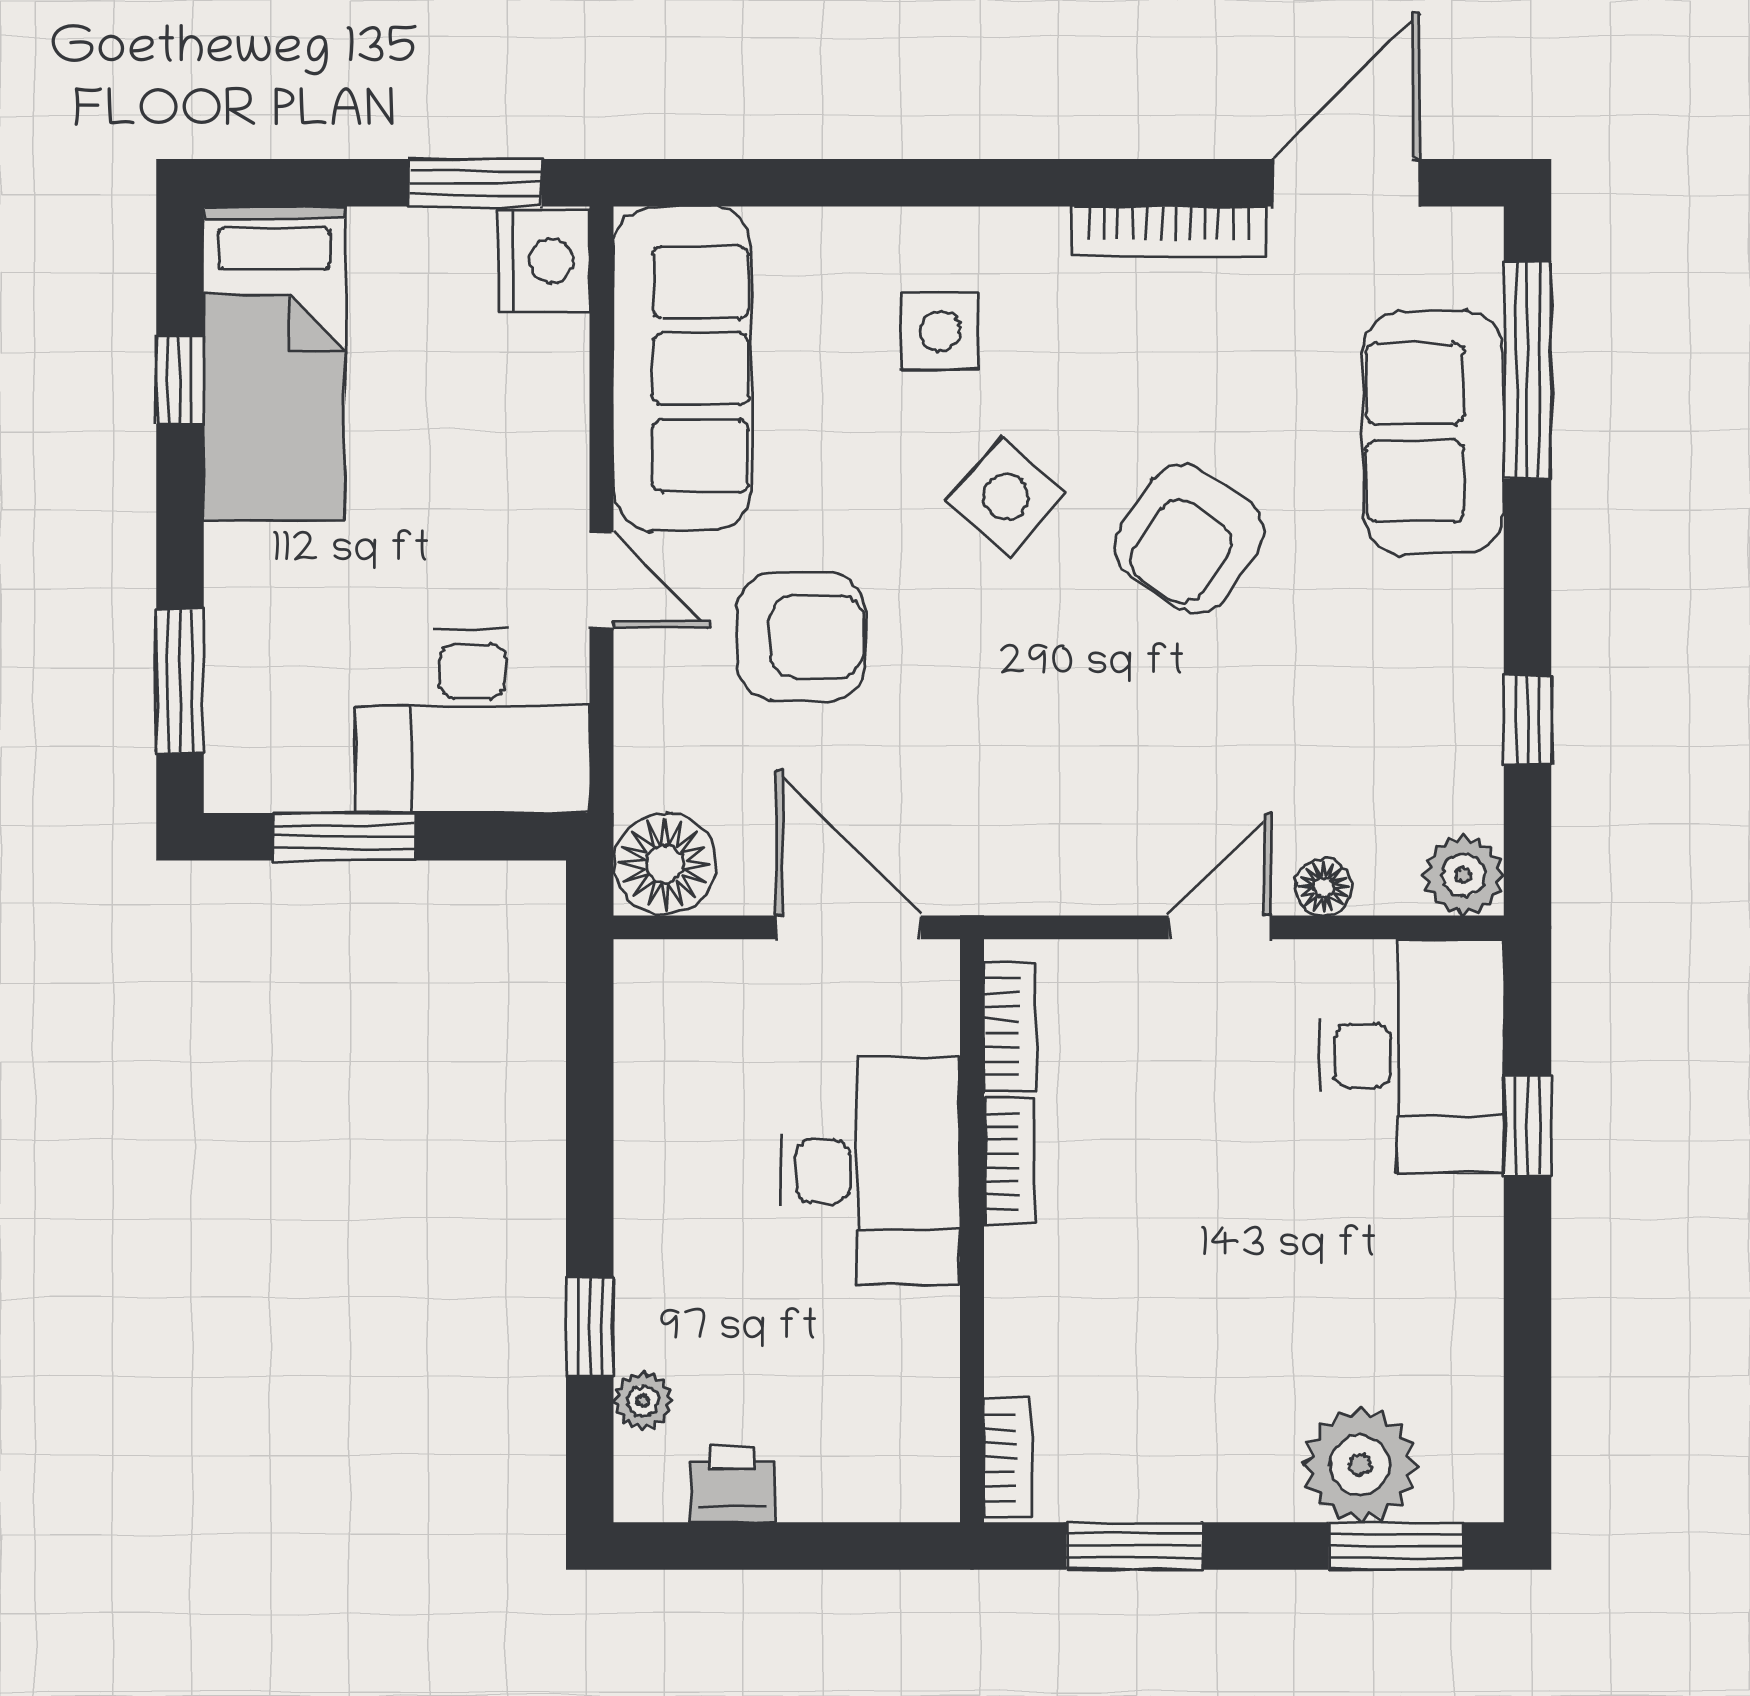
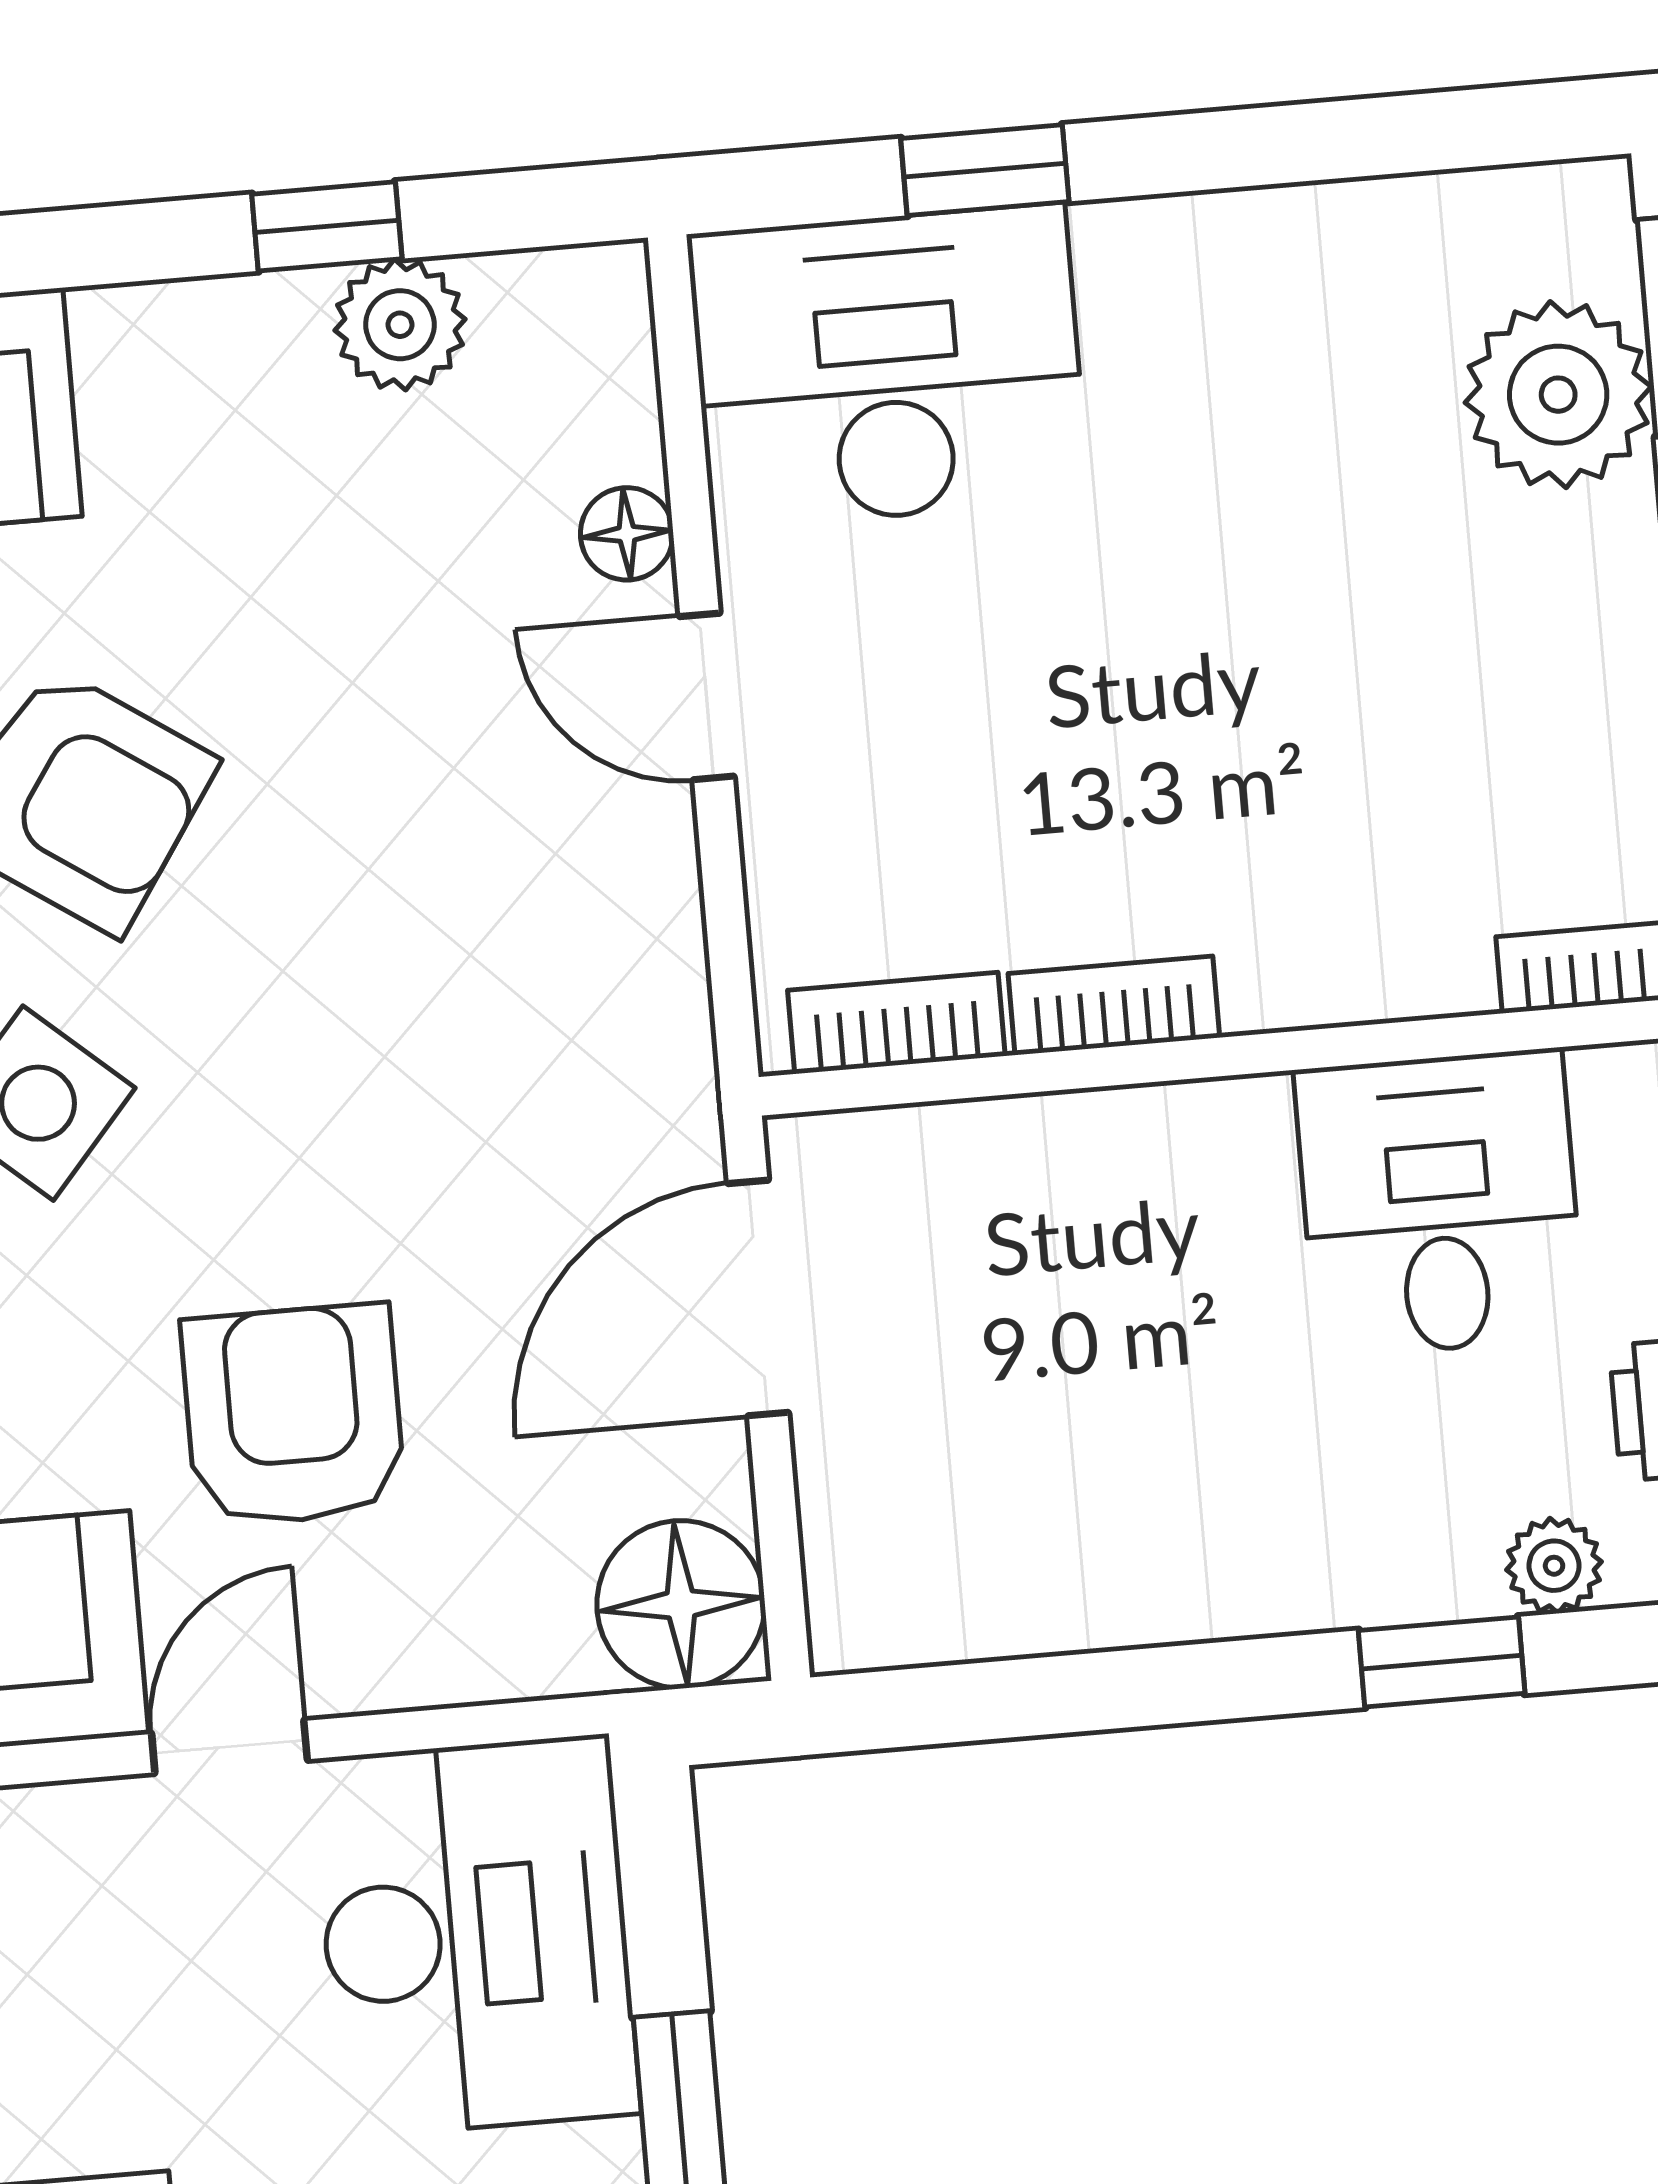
plant: (1463, 875) -> (400, 325), moved
desk: (871, 1171) -> (1440, 1203), moved, width x0.73

